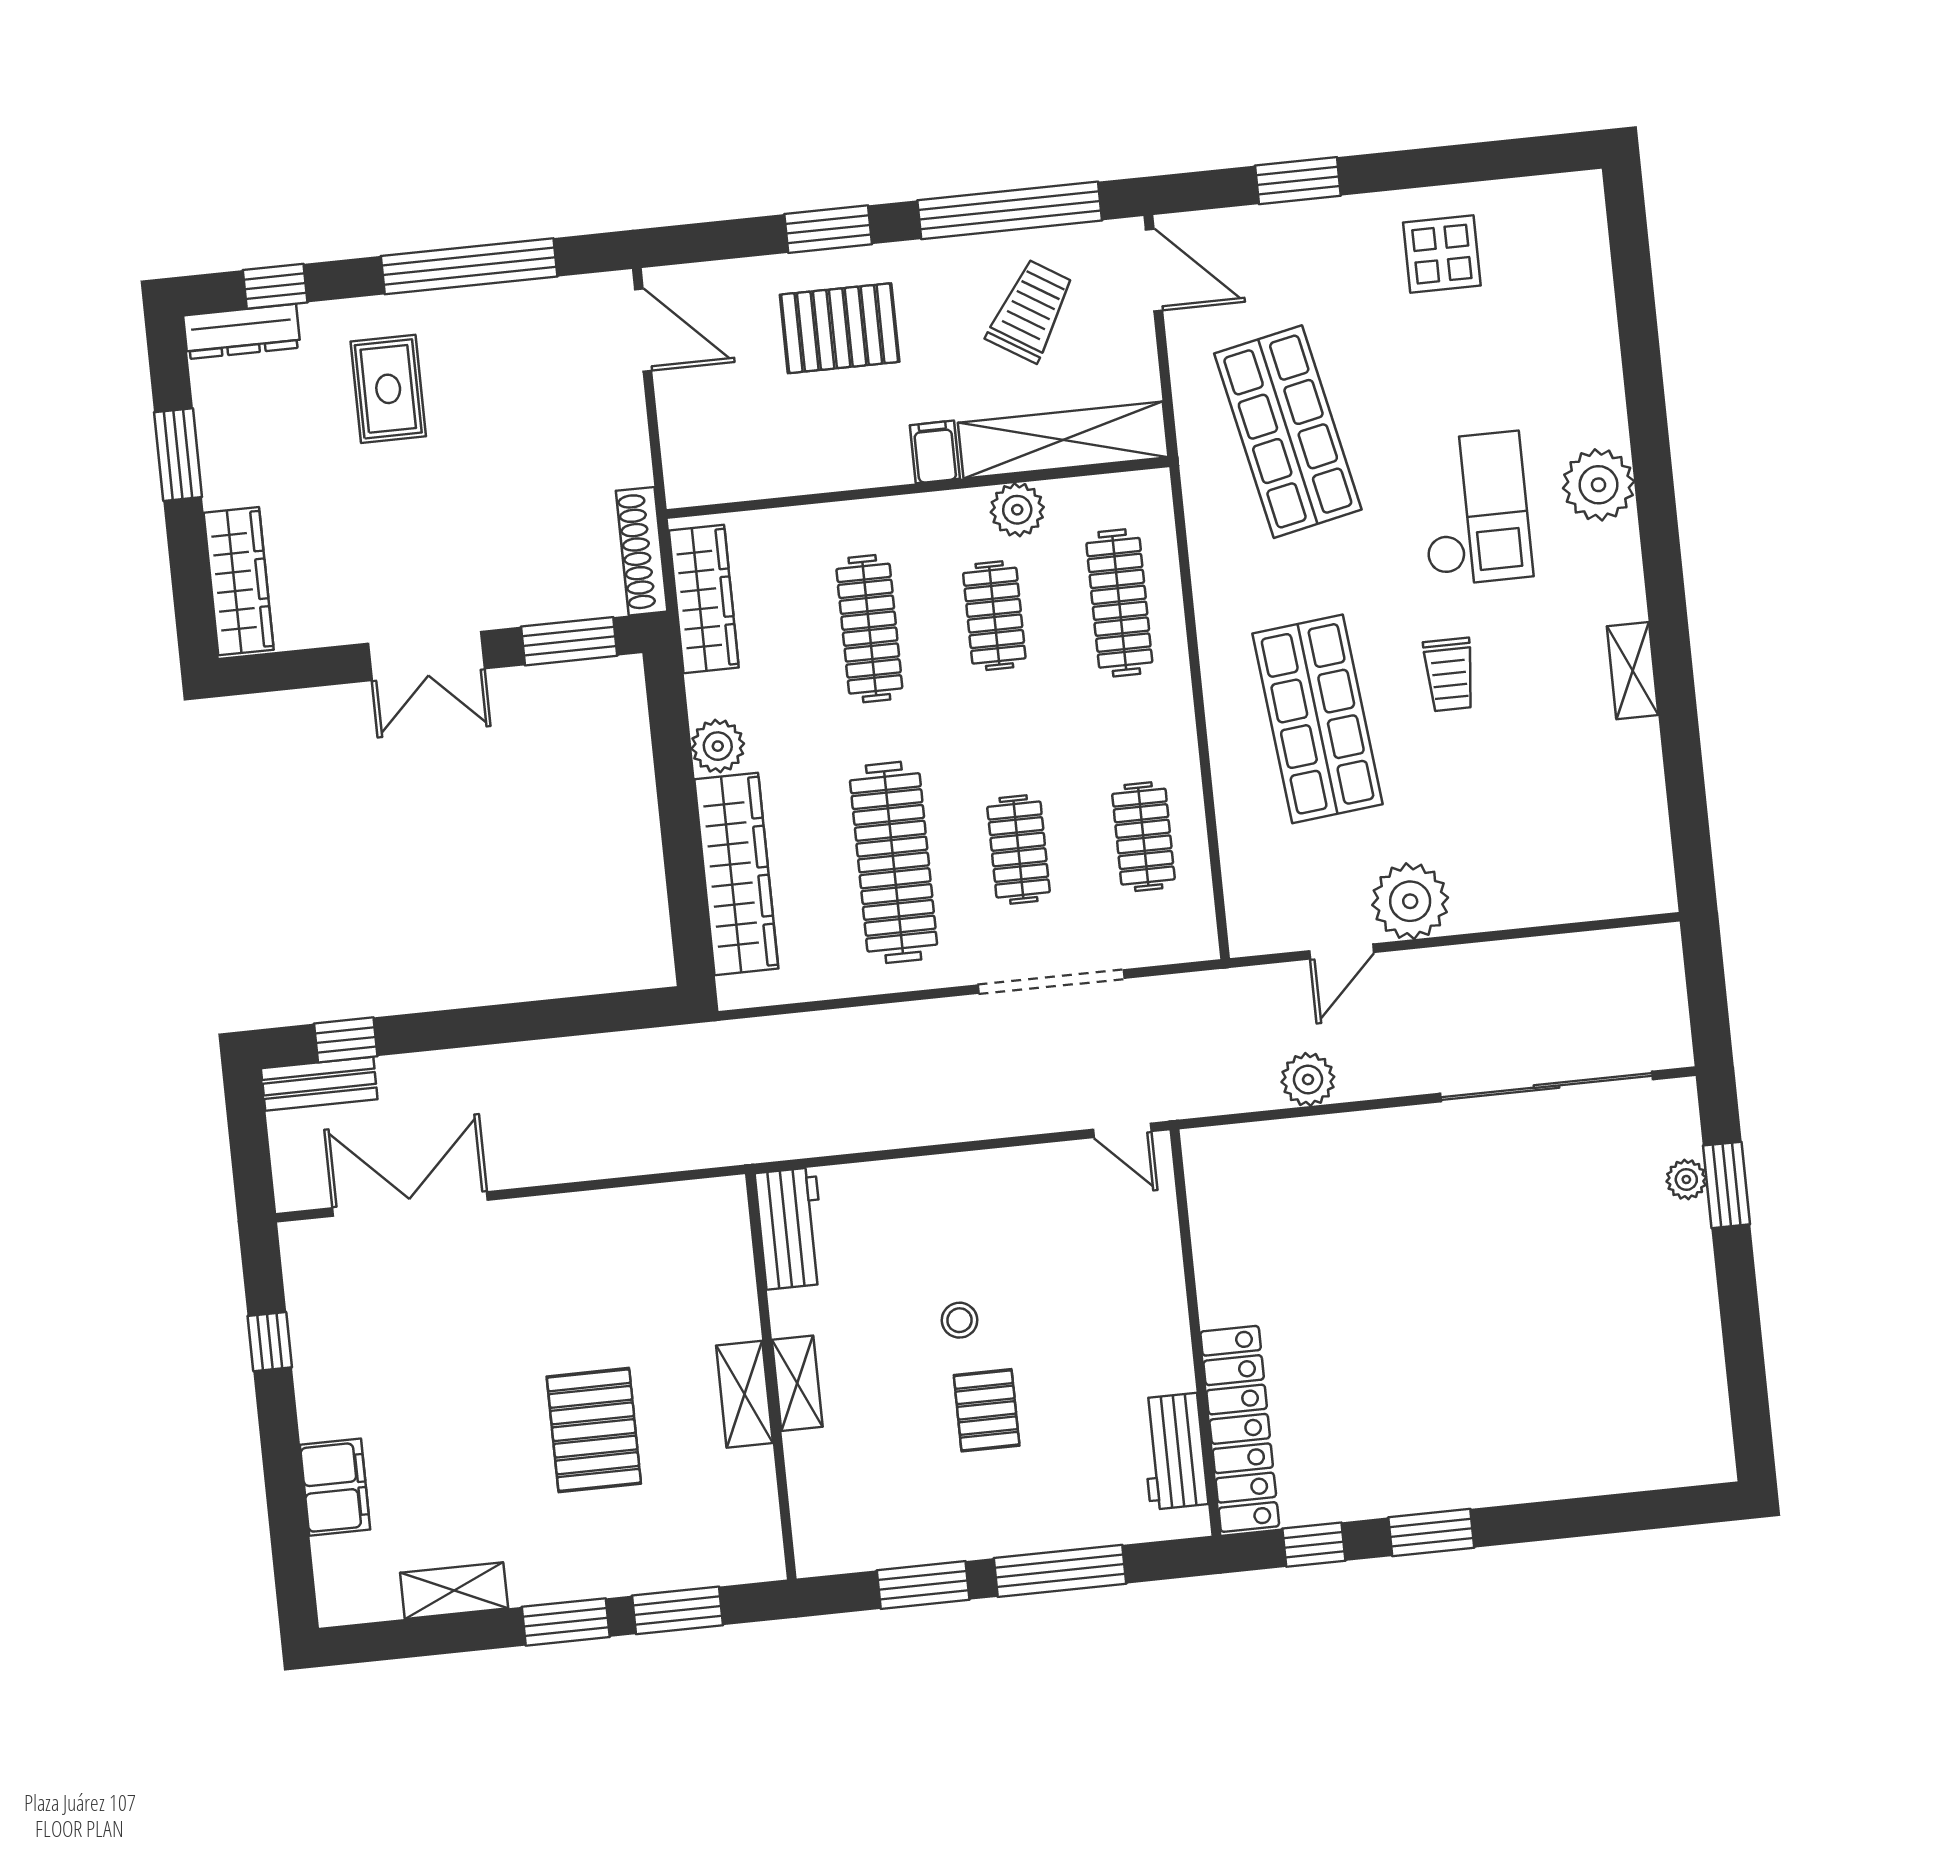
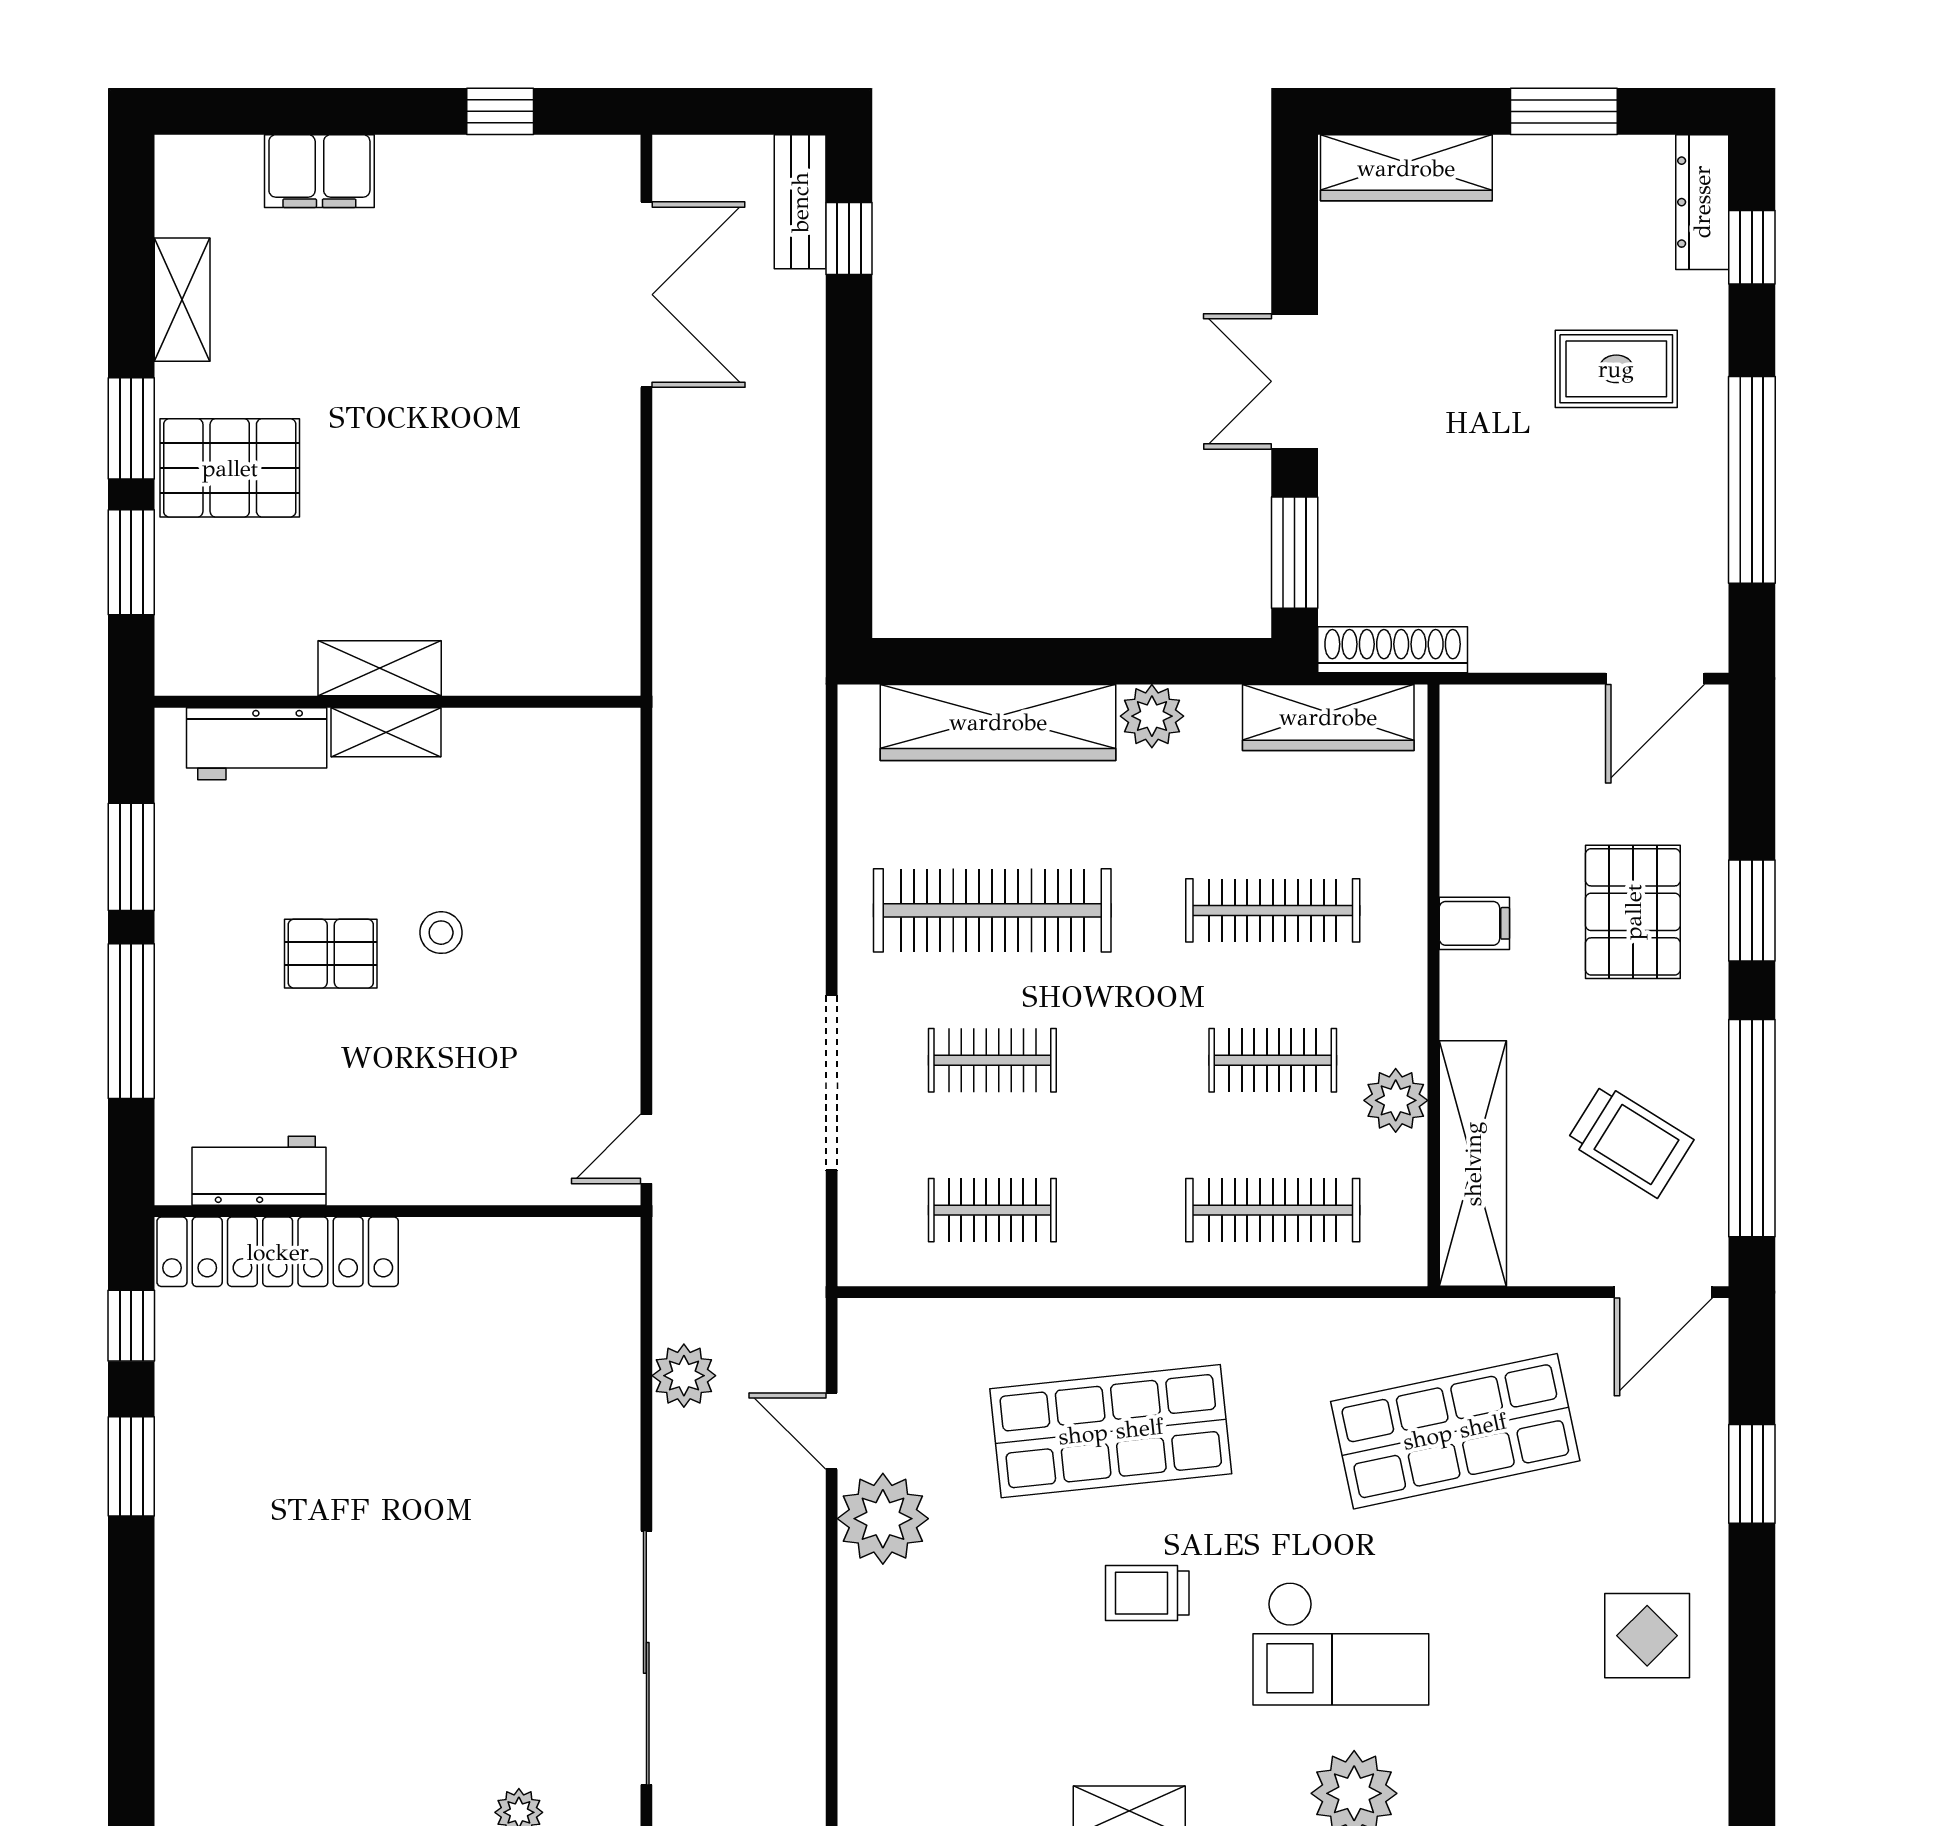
filing cabinet: (935, 452) -> (1474, 923), moved
workbench: (791, 1228) -> (257, 744), moved
pallet: (594, 1430) -> (230, 468), moved

